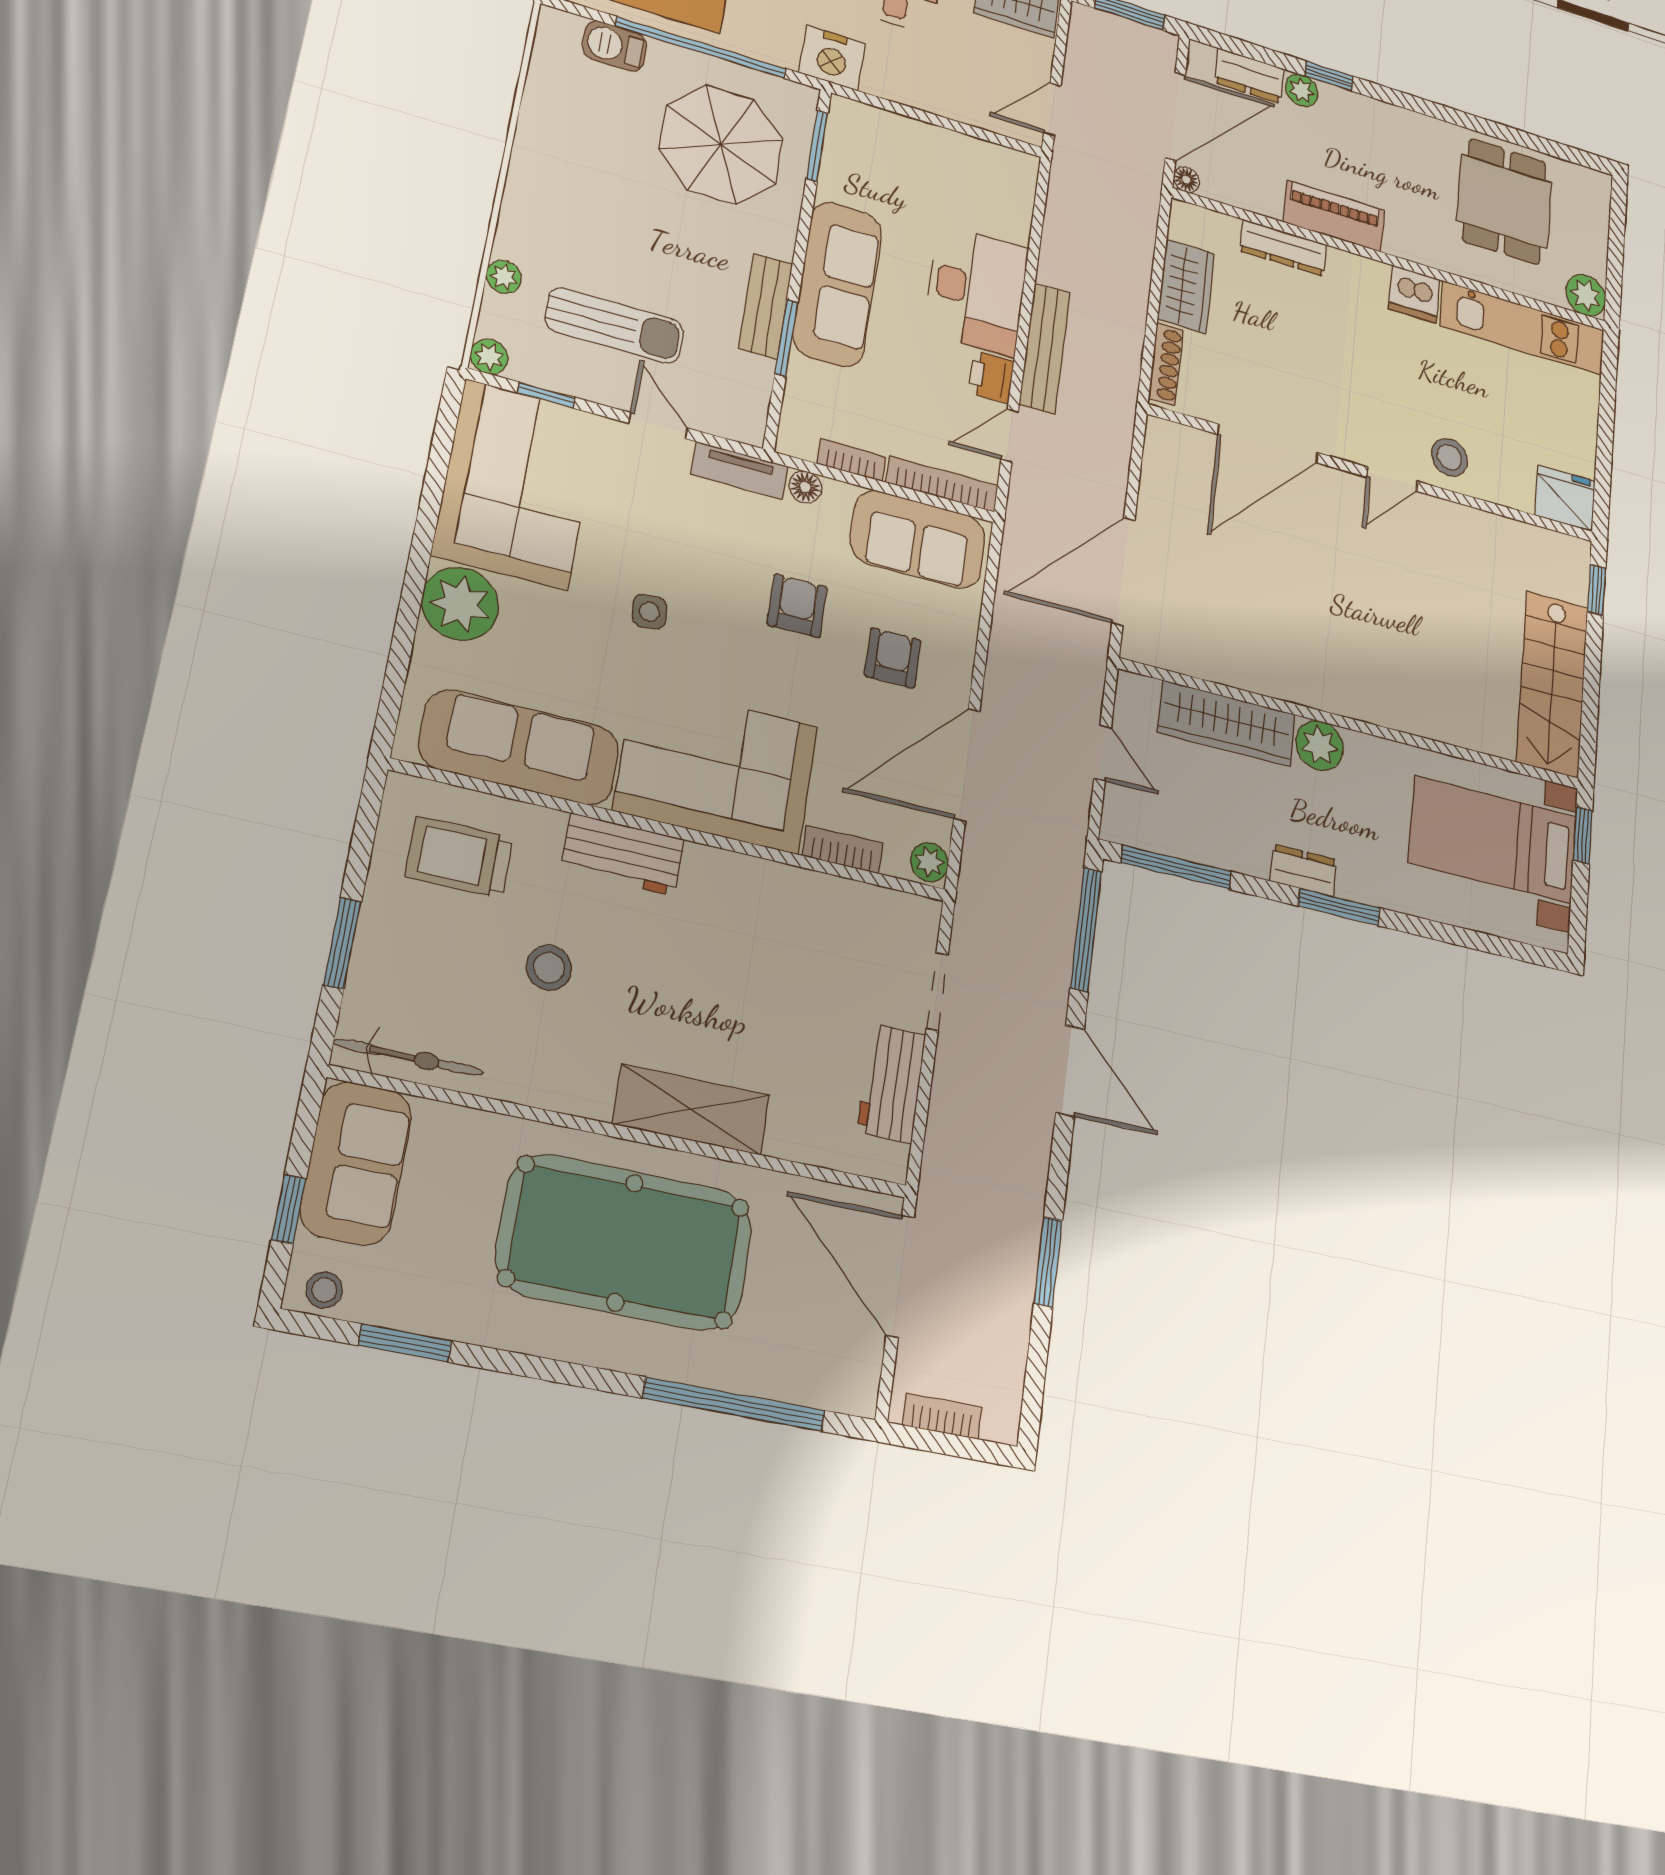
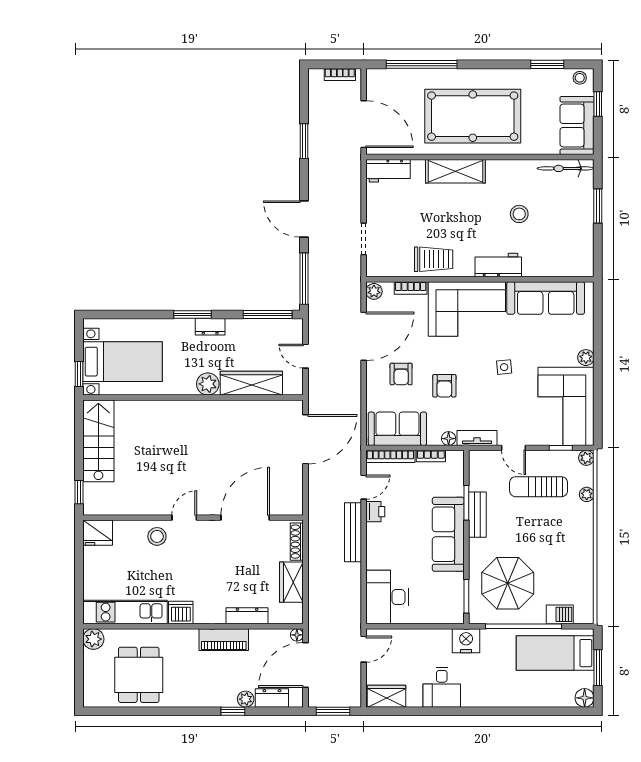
desk: (976, 290) -> (387, 597), moved
plant: (460, 604) -> (586, 358), width x0.53, depth x0.53
trolley: (459, 857) -> (434, 259), moved
workbench: (892, 1083) -> (388, 171), moved, turned 90

